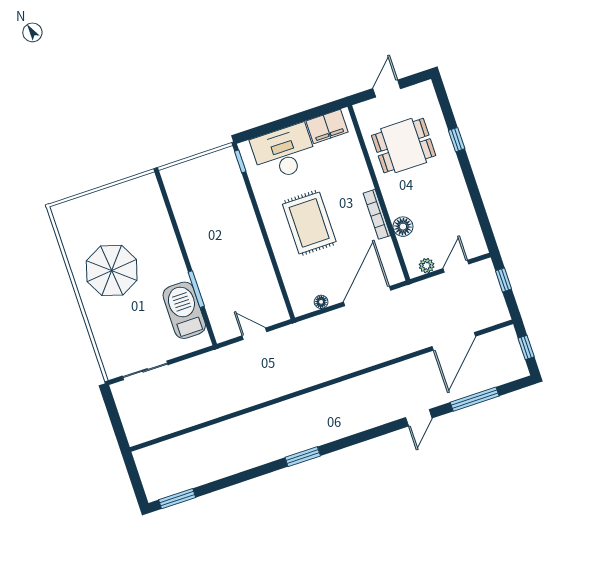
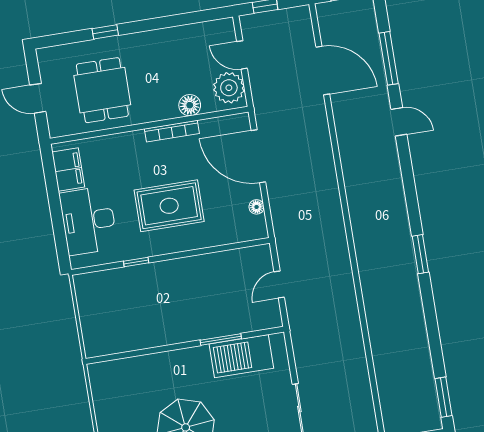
window: (240, 161) -> (136, 262), moved
plant: (427, 266) -> (229, 88), width x1.87, depth x1.87

